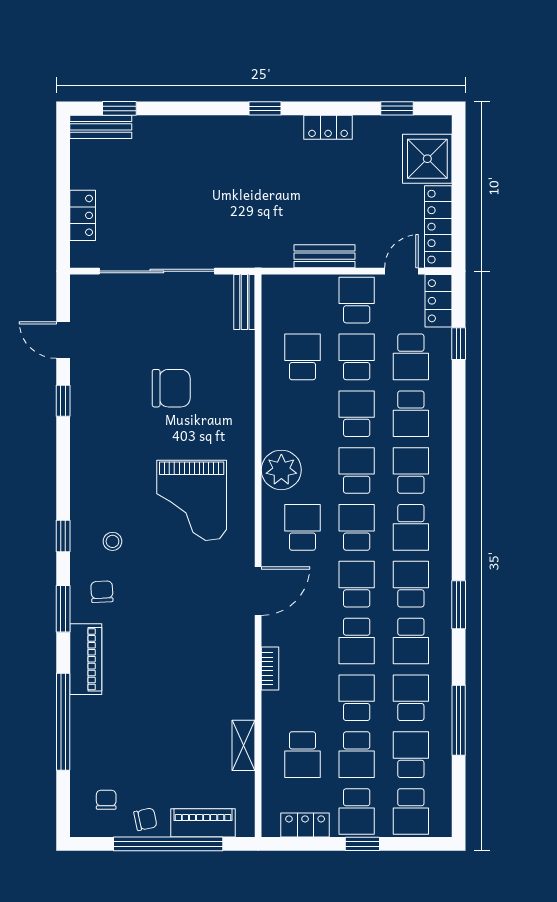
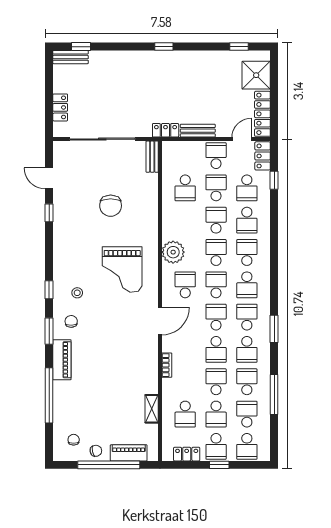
locker: (328, 127) -> (166, 130), moved, turned 180
school desk: (302, 357) -> (185, 188), turned 180
chair: (171, 388) -> (111, 206), turned 90

